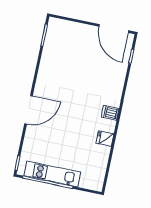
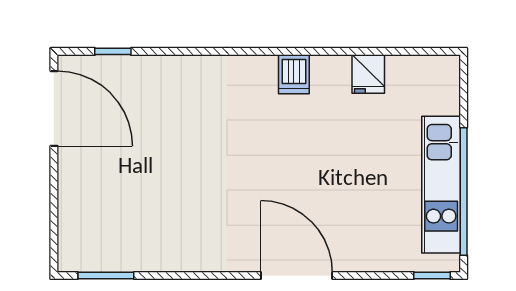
door: (114, 28) -> (54, 108), hinge flipped
dishwasher: (110, 113) -> (294, 74), moved
fridge: (105, 139) -> (368, 74), moved

